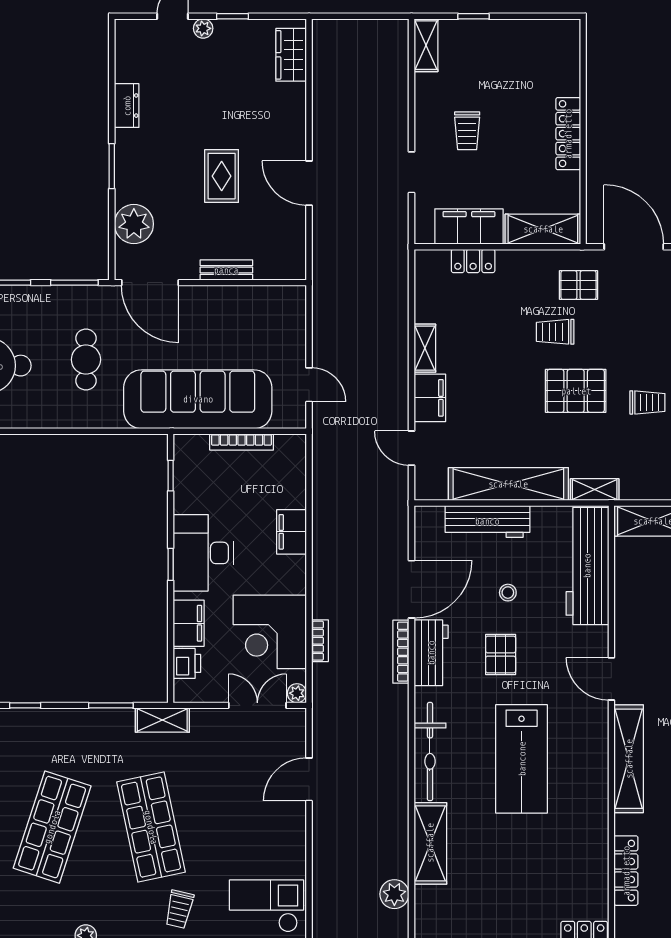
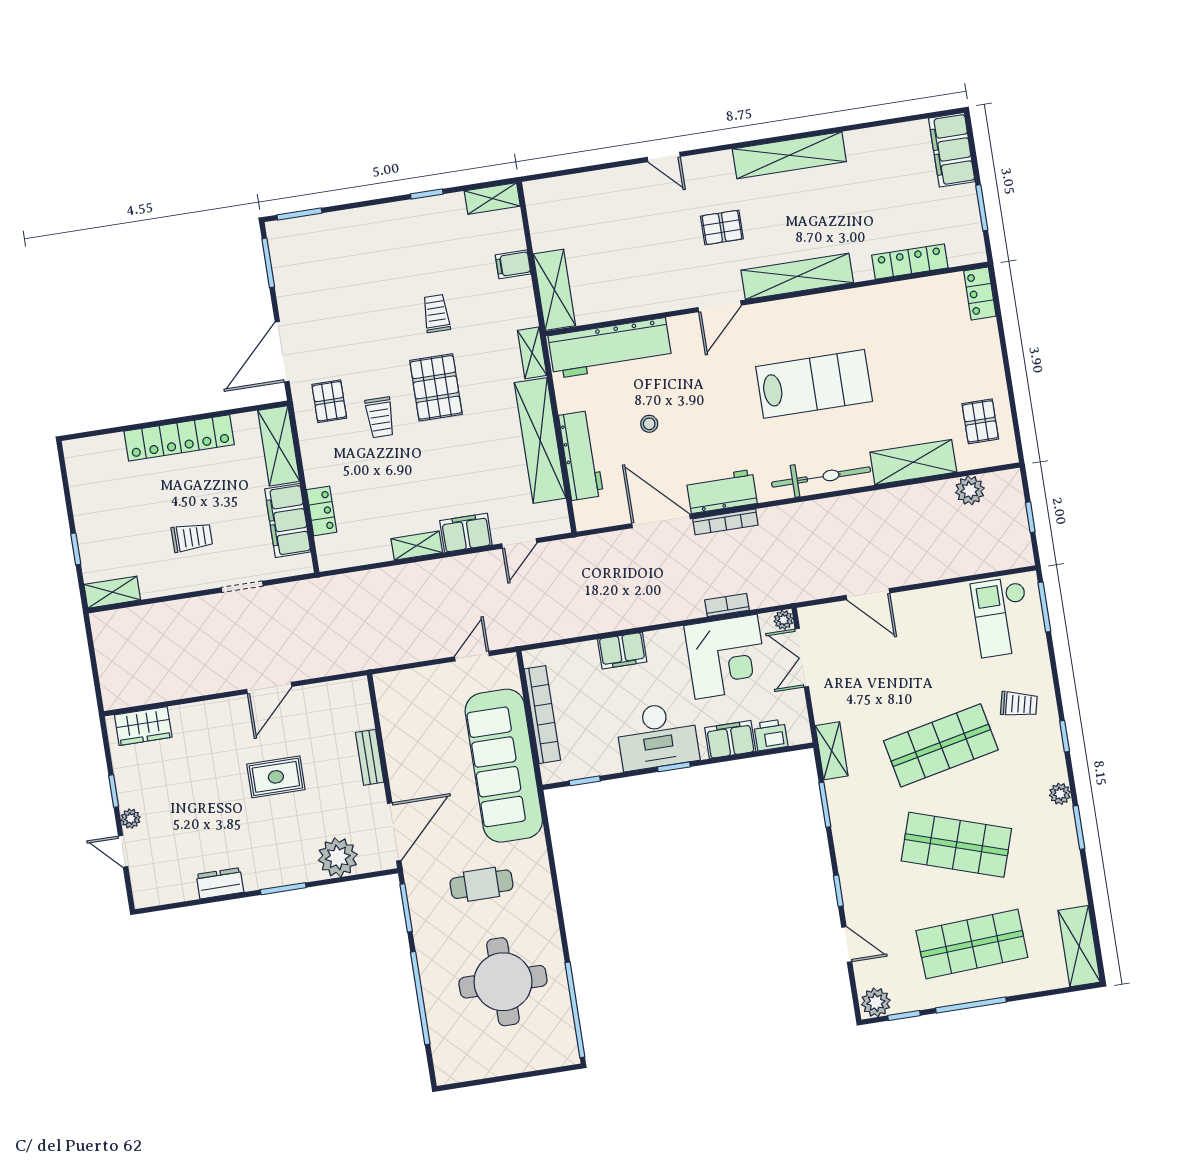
locker: (568, 134) -> (179, 438), width x1.41, depth x1.21
bookcase: (242, 442) -> (542, 715), width x1.48, depth x1.31
pallet: (501, 655) -> (980, 421), moved, turned 90

